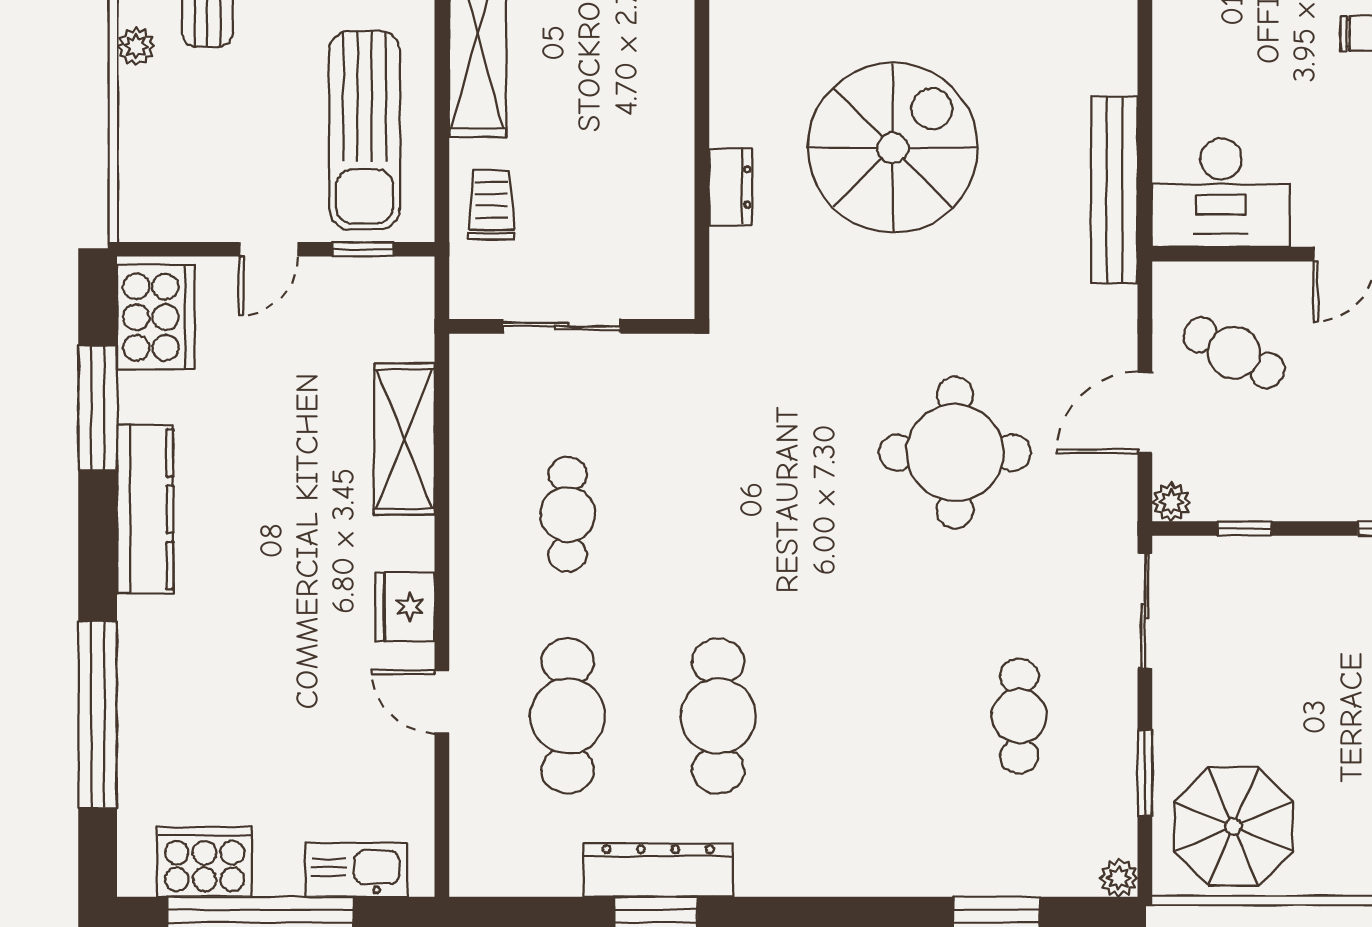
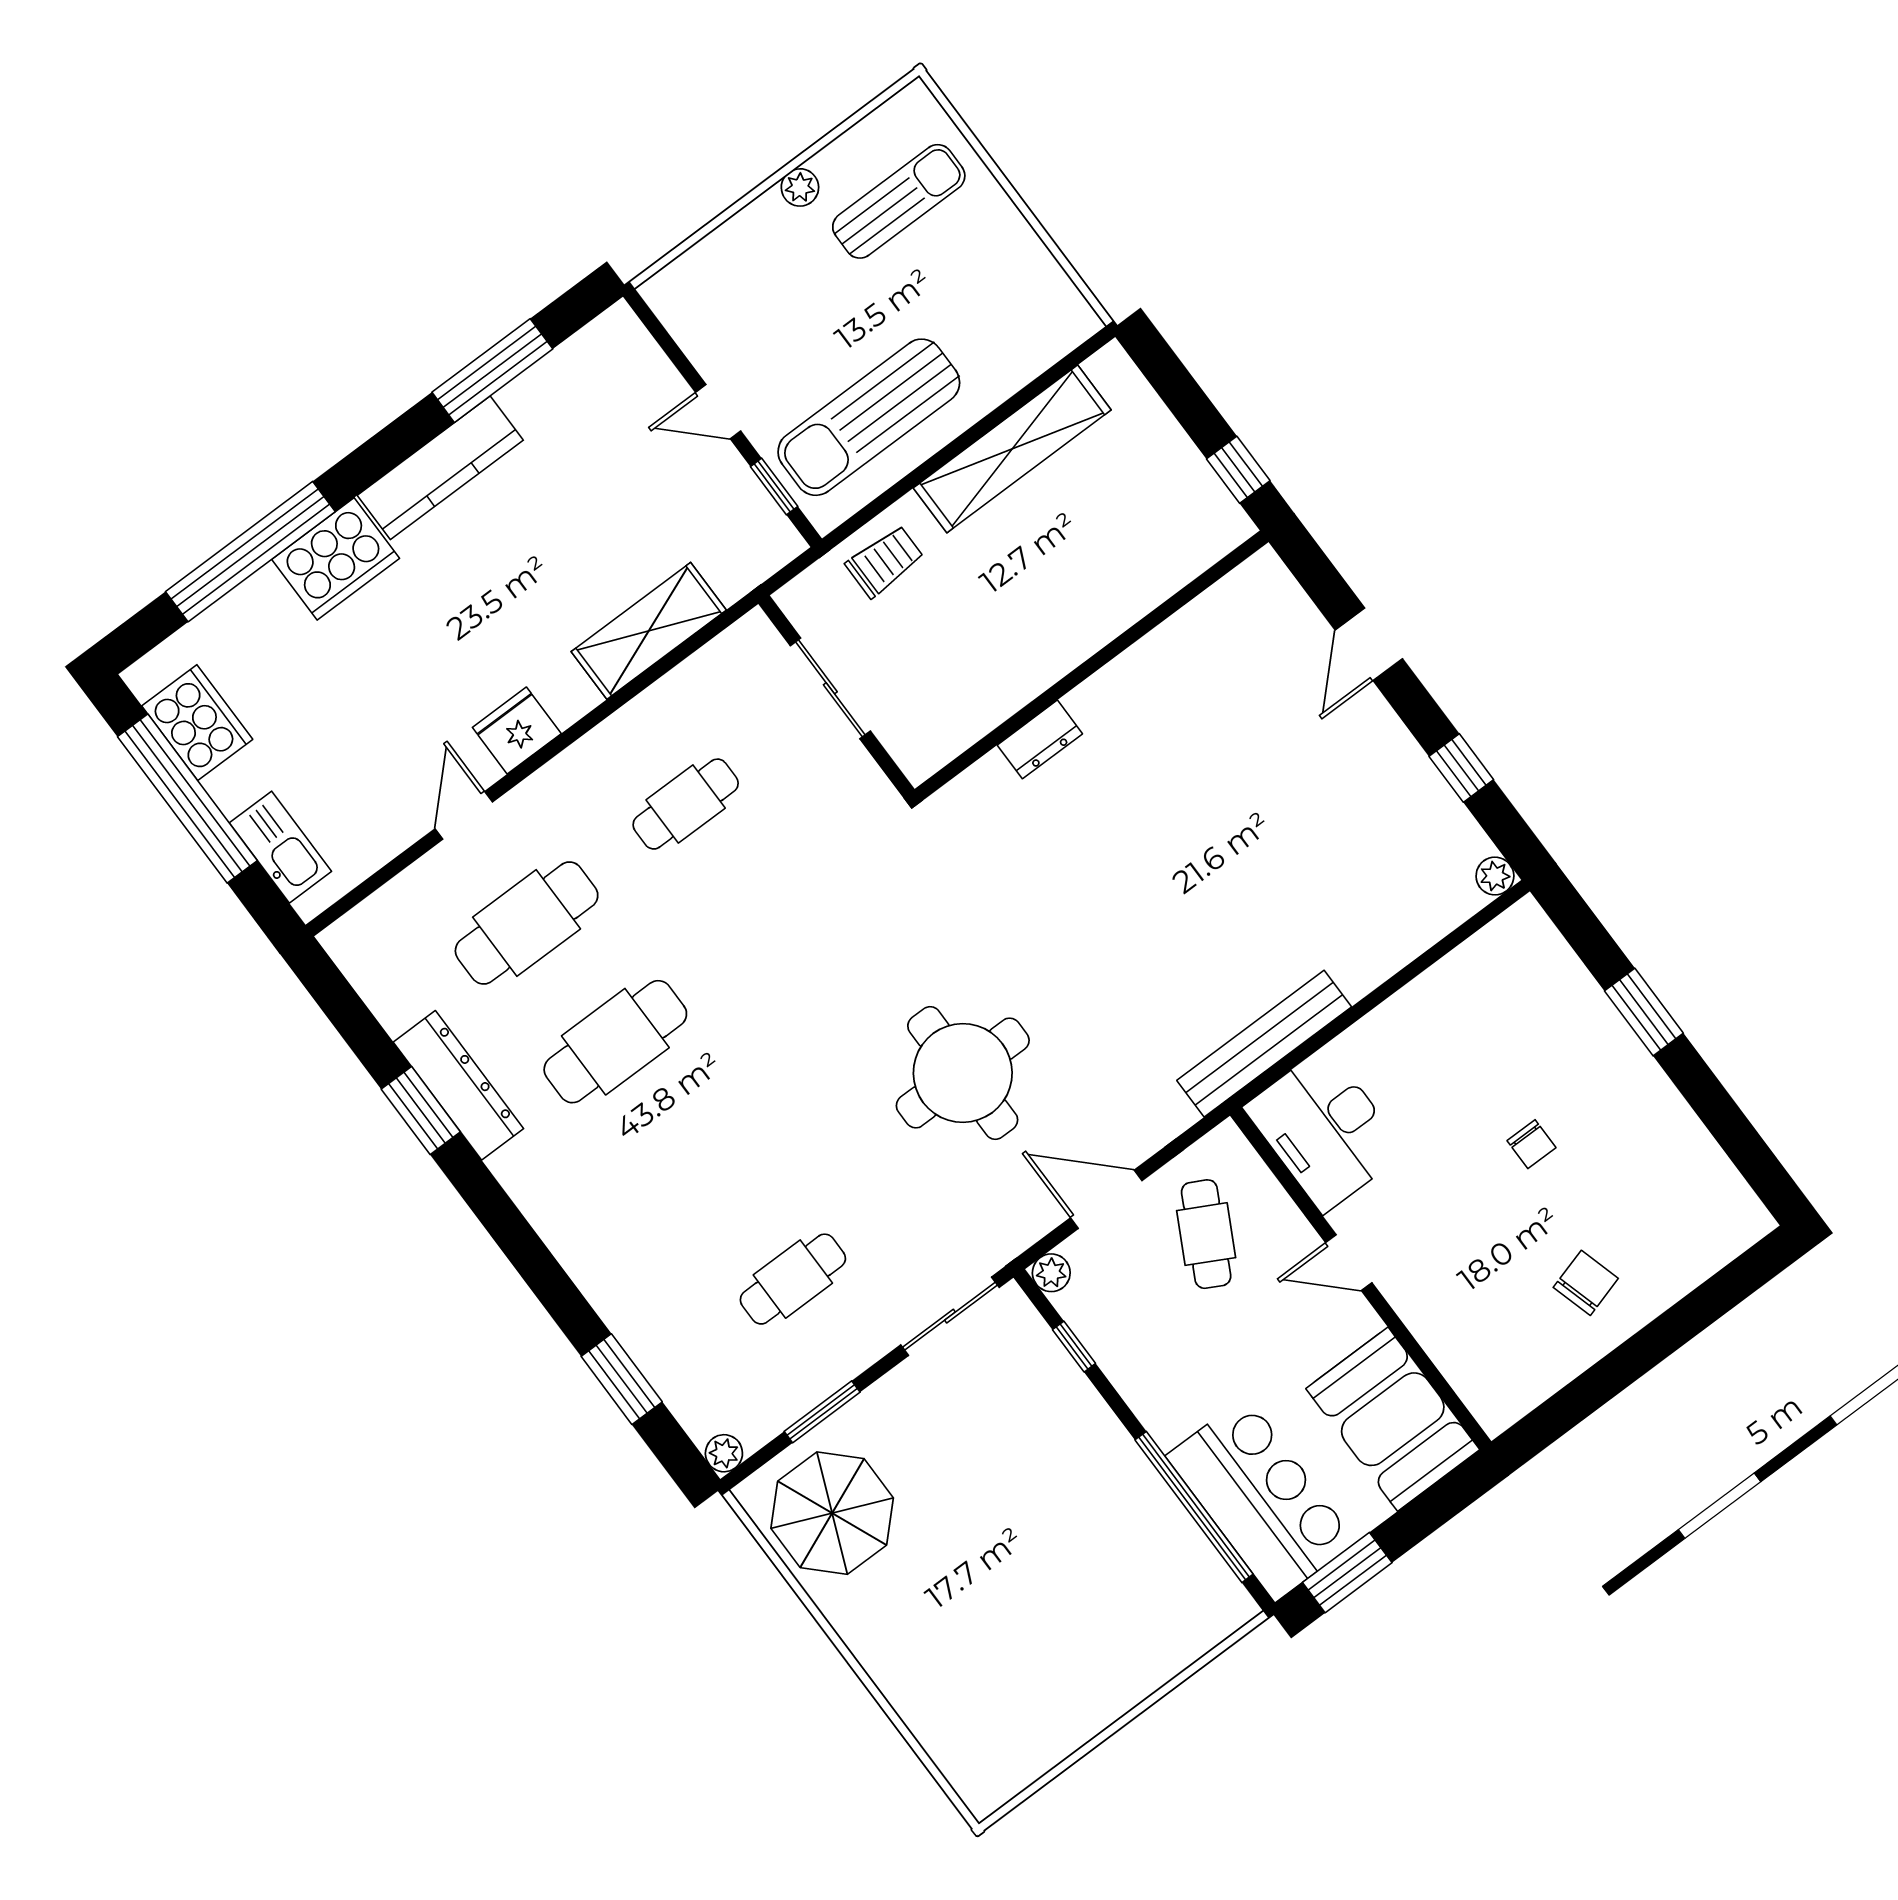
spiral stairs: (893, 148) -> (1166, 844), removed
cooker: (156, 317) -> (336, 559), moved

